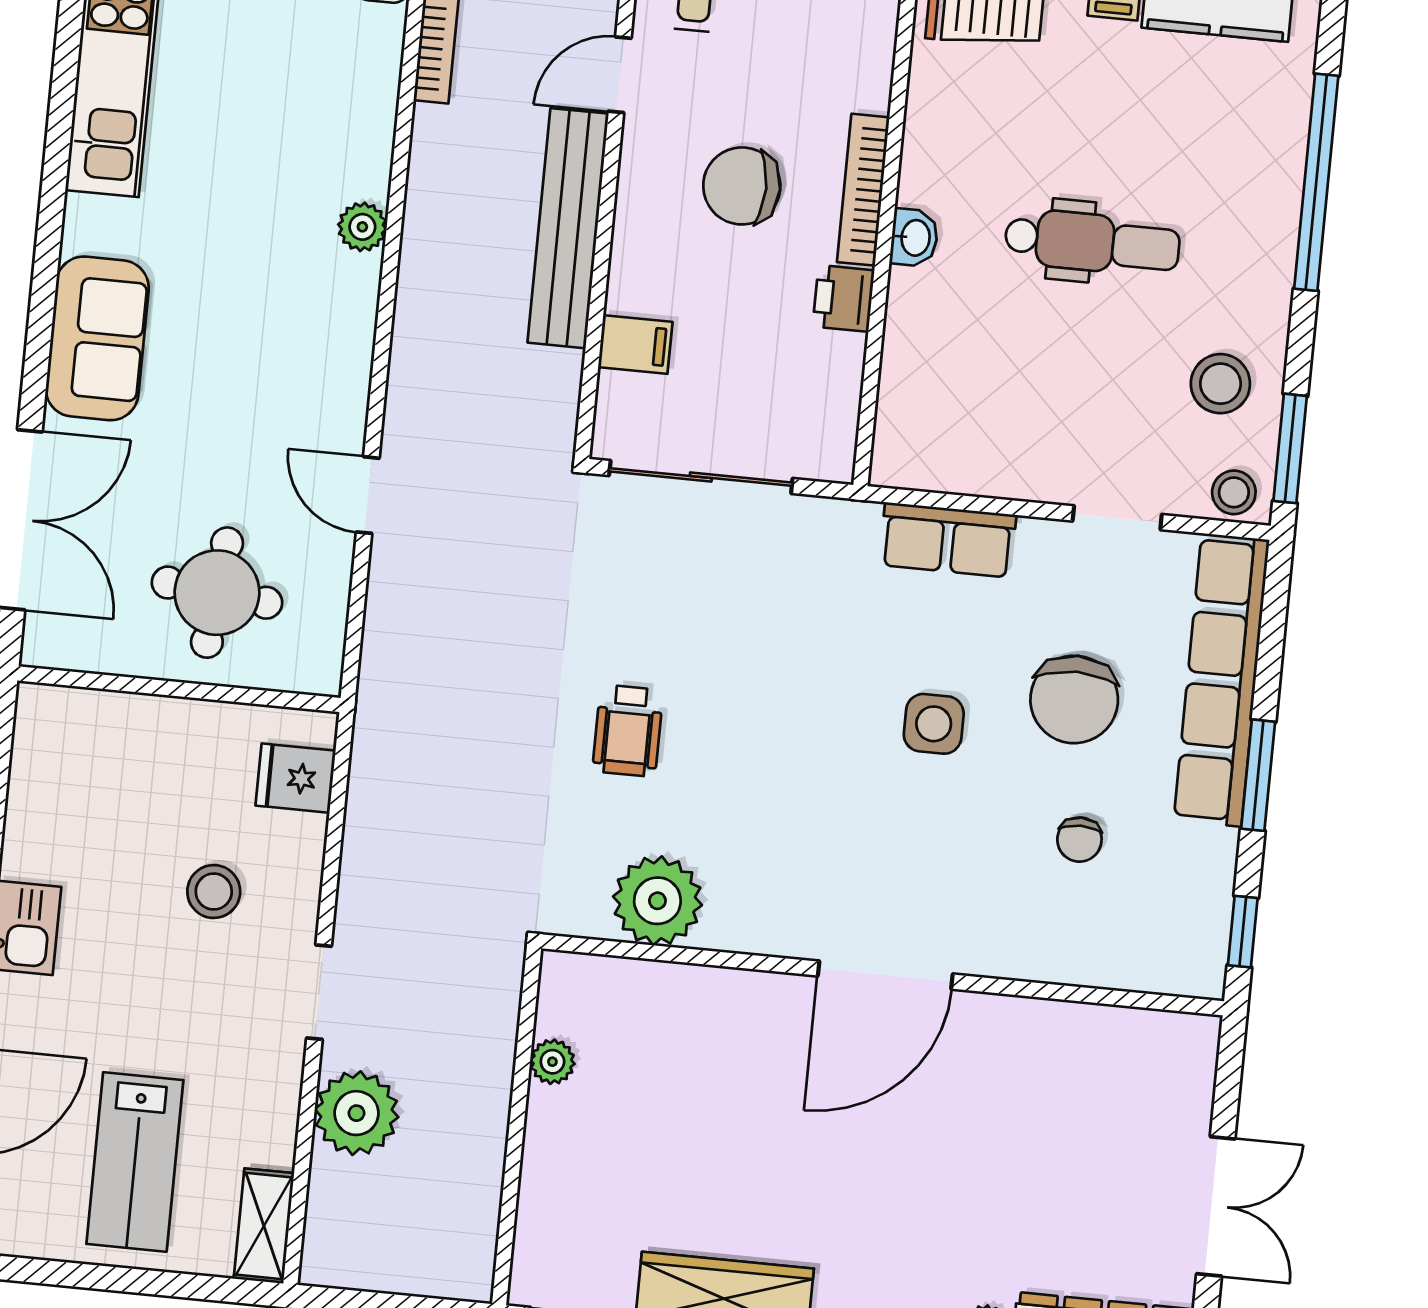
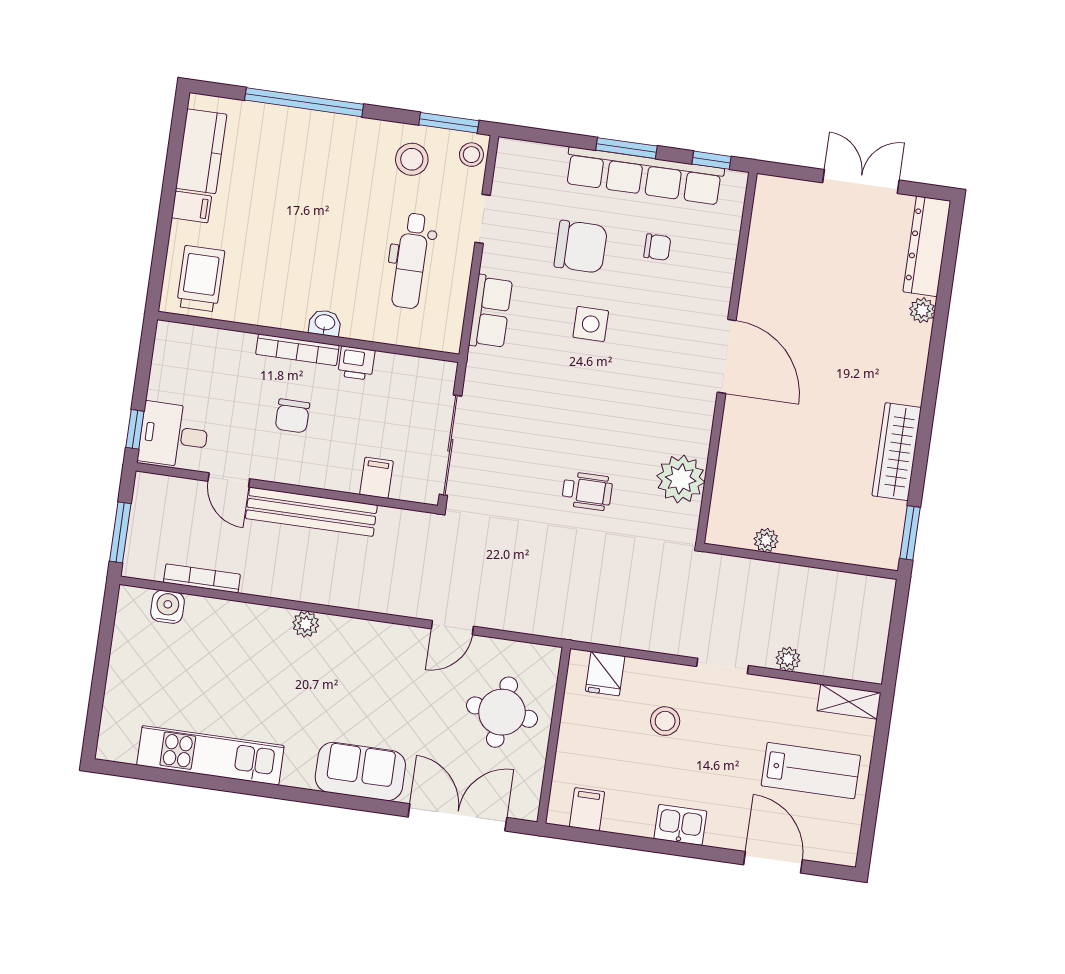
chair: (742, 186) -> (292, 416), width x0.73, depth x0.73
dental chair: (1092, 242) -> (411, 261), moved, turned 180
row of seats: (1221, 680) -> (644, 176), moved
filing cabinet: (46, 756) -> (587, 809), added
plant: (356, 1113) -> (788, 659), width x0.53, depth x0.53

